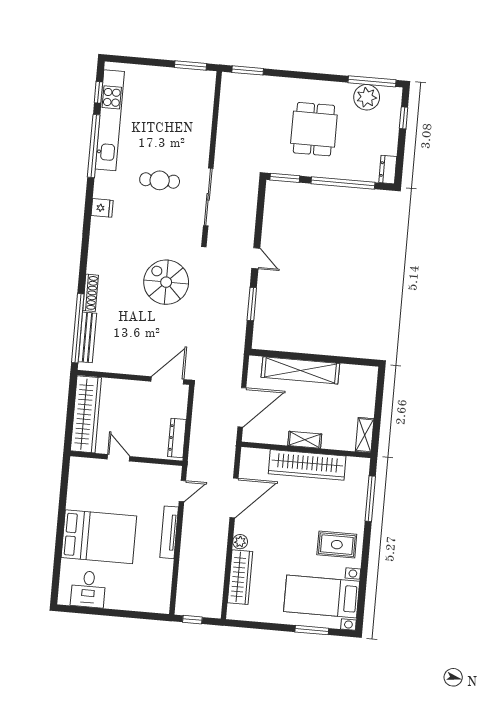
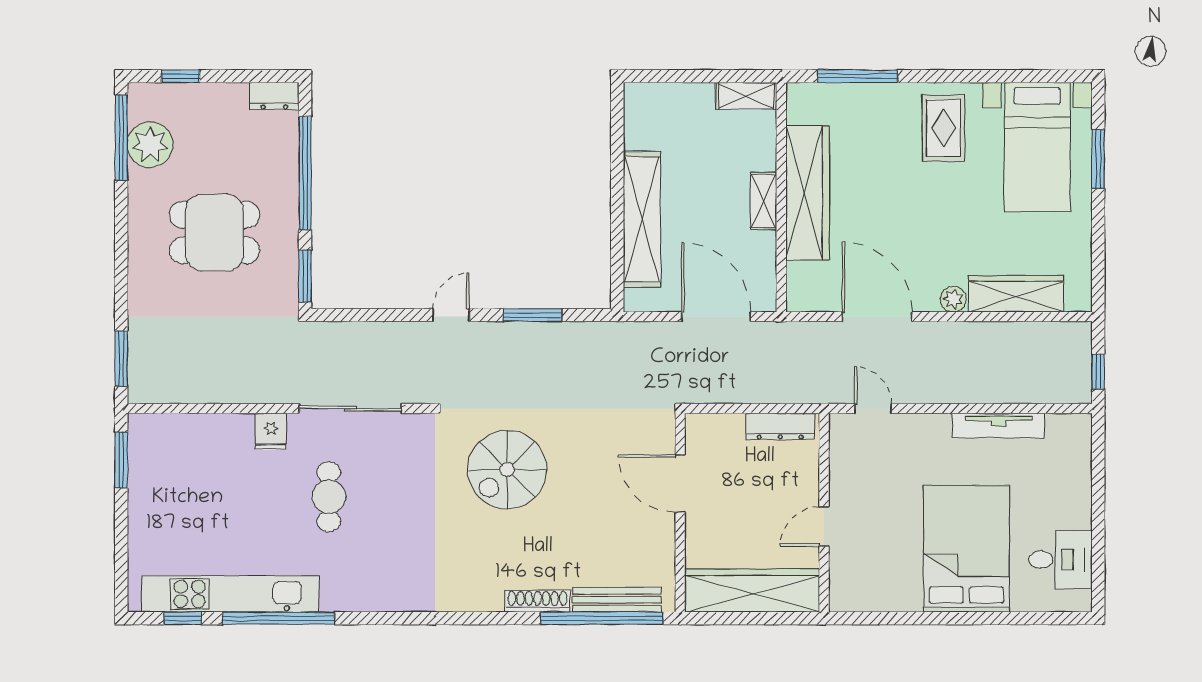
fridge: (102, 208) -> (271, 431), moved, turned 180
door: (167, 380) -> (680, 484), moved
tv unit: (169, 532) -> (998, 426), moved

